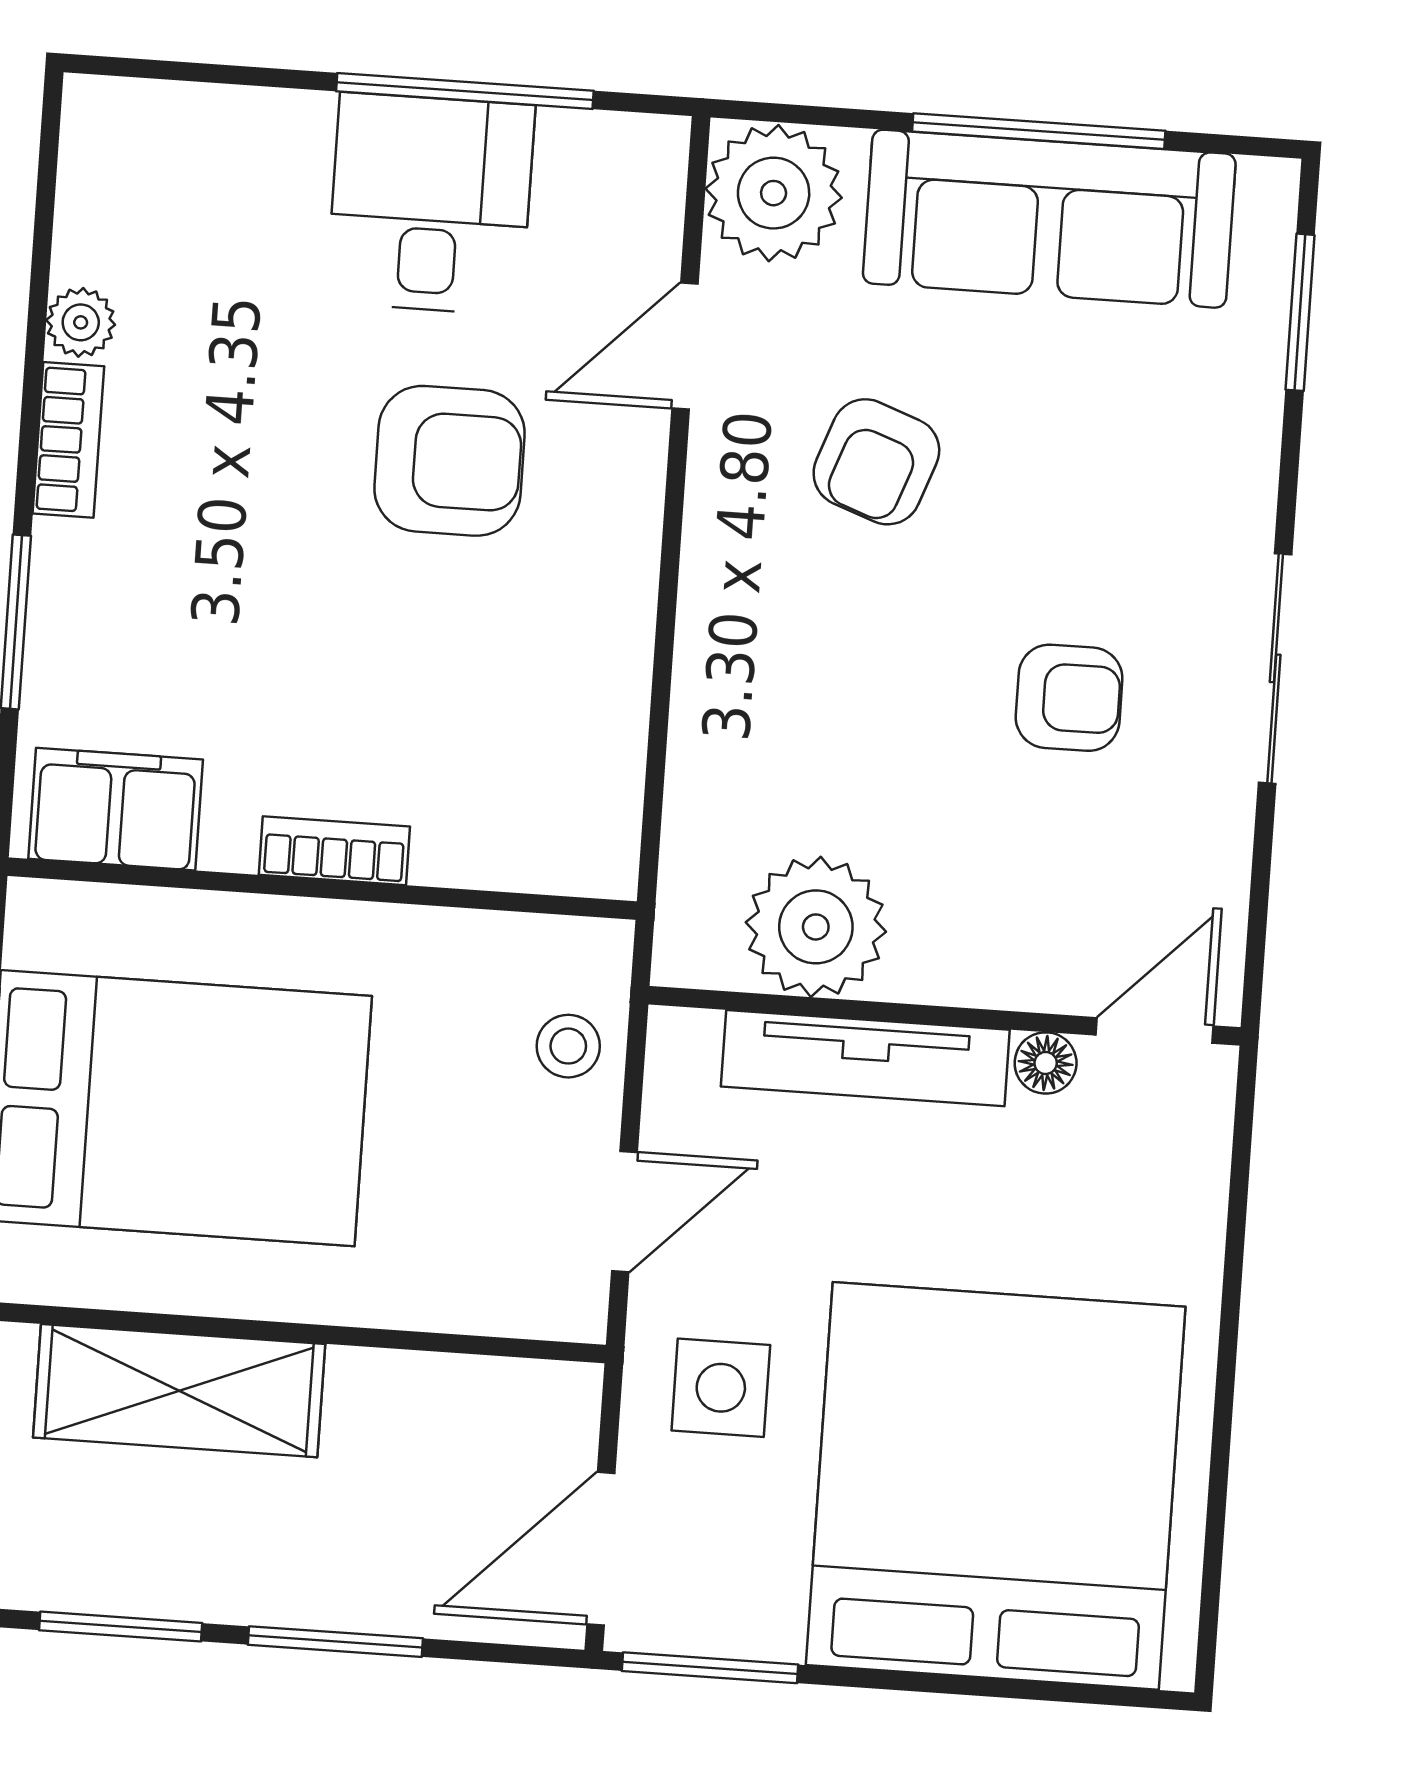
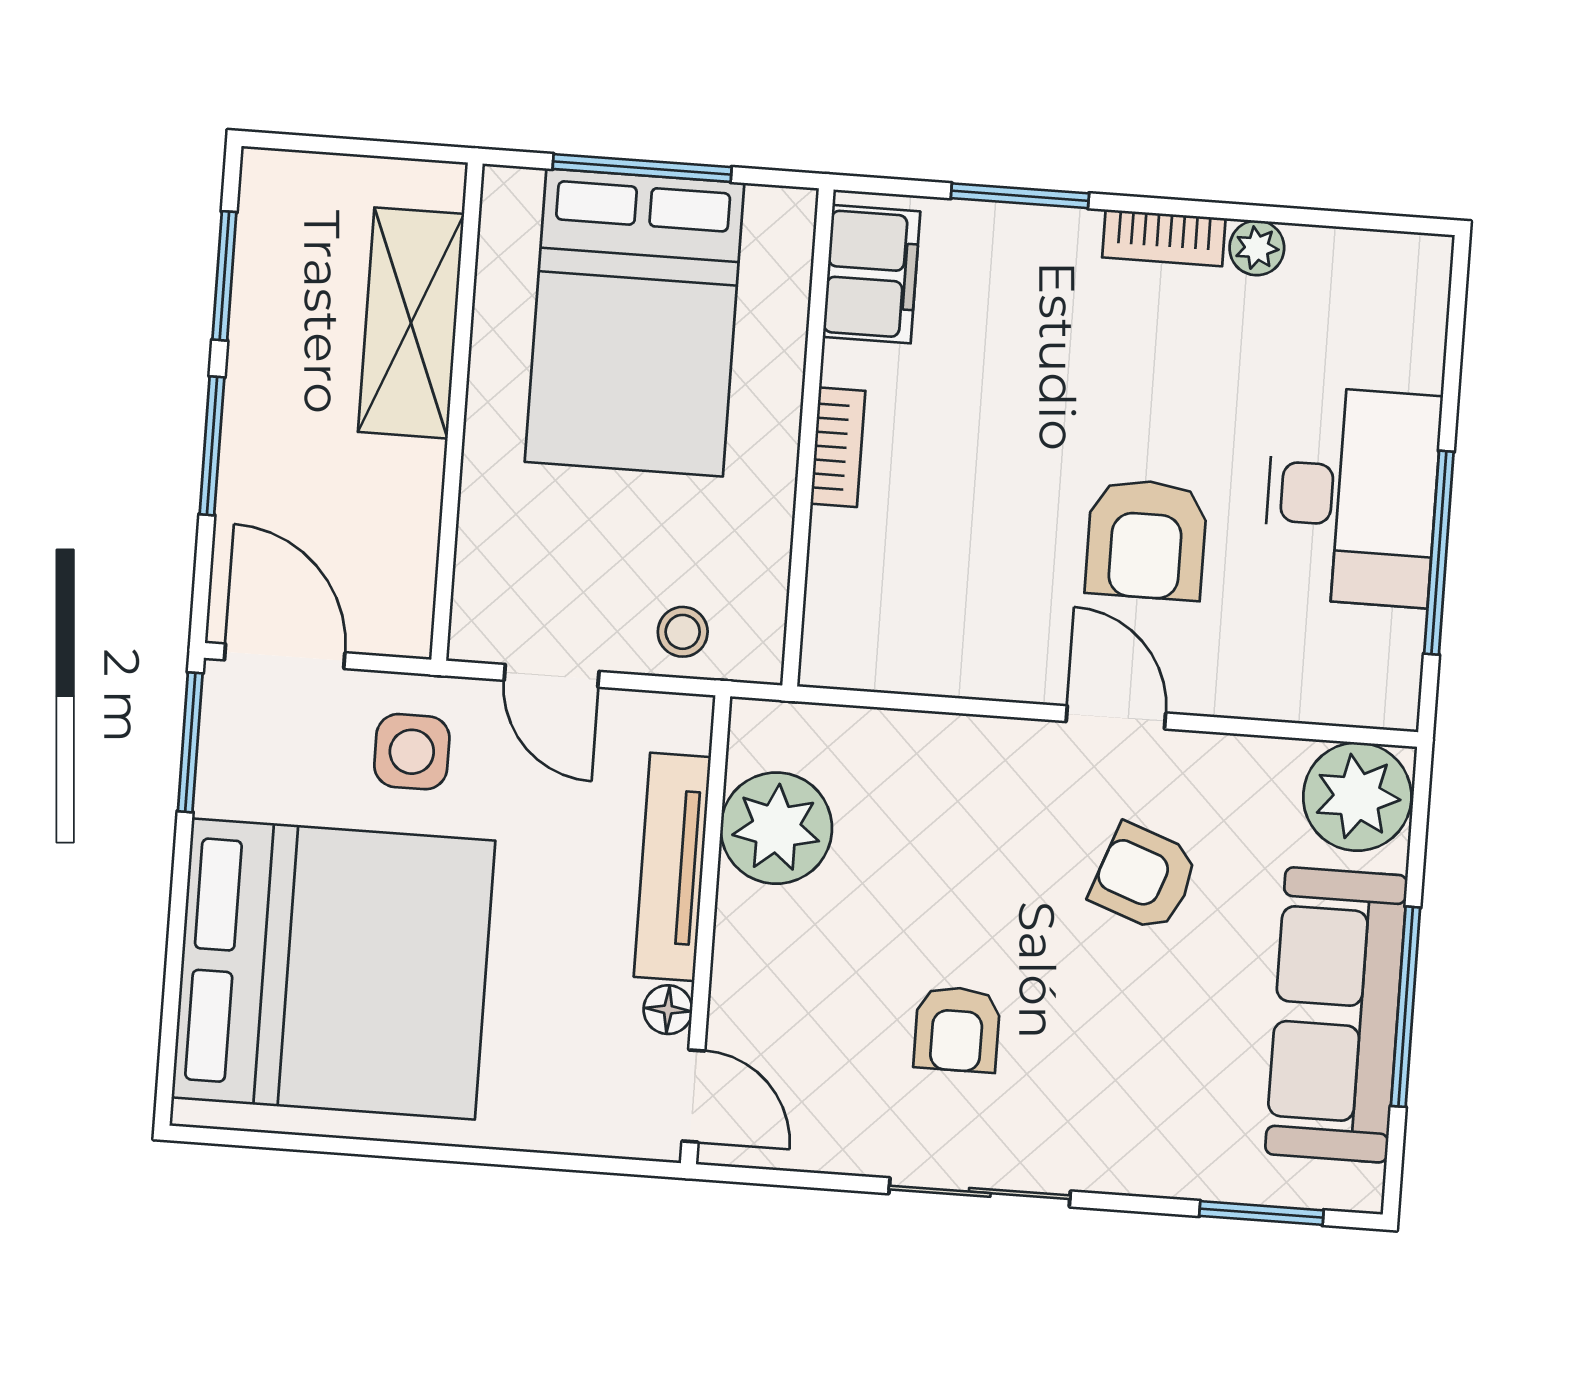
desk: (430, 204) -> (1352, 496), width x1.37
door: (685, 346) -> (1116, 717), moved

